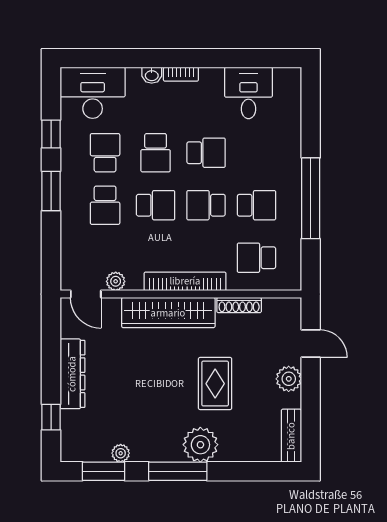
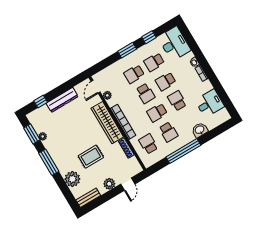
washbasin: (288, 142) -> (200, 130), added
school desk: (105, 153) -> (154, 62), turned 180
school desk: (206, 153) -> (177, 101), turned 180
school desk: (206, 205) -> (157, 113), turned -90
plant: (200, 445) -> (72, 179), moved

